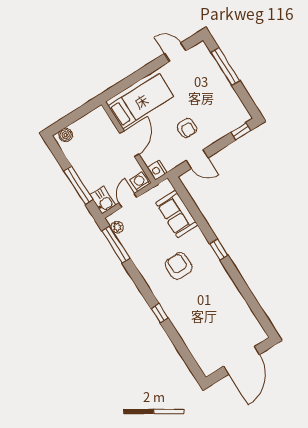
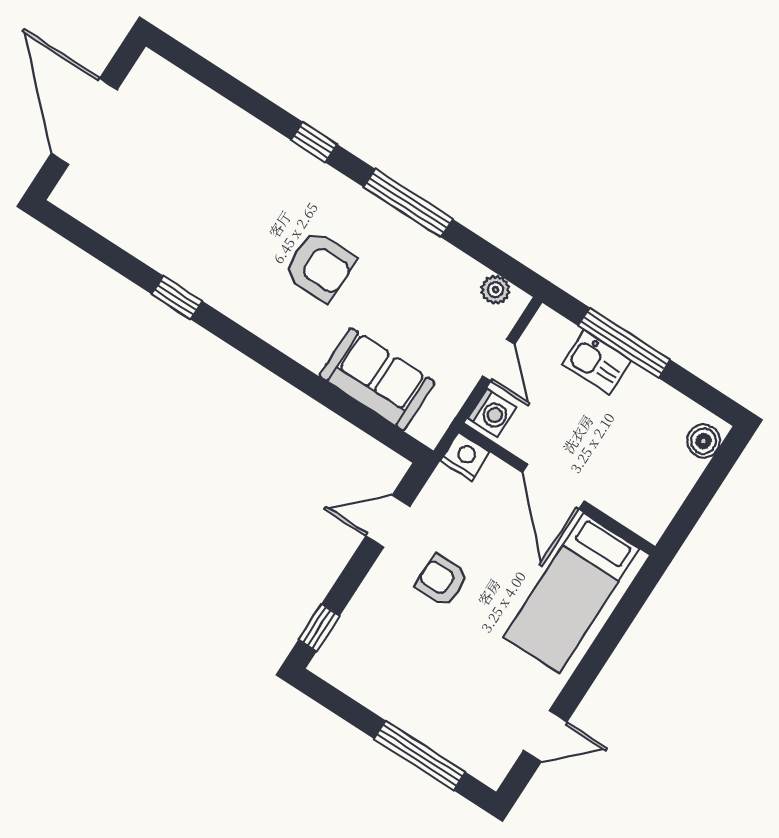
kitchen sink: (103, 200) -> (597, 362), moved
window: (116, 244) -> (408, 203), moved
window: (219, 250) -> (177, 298), moved

